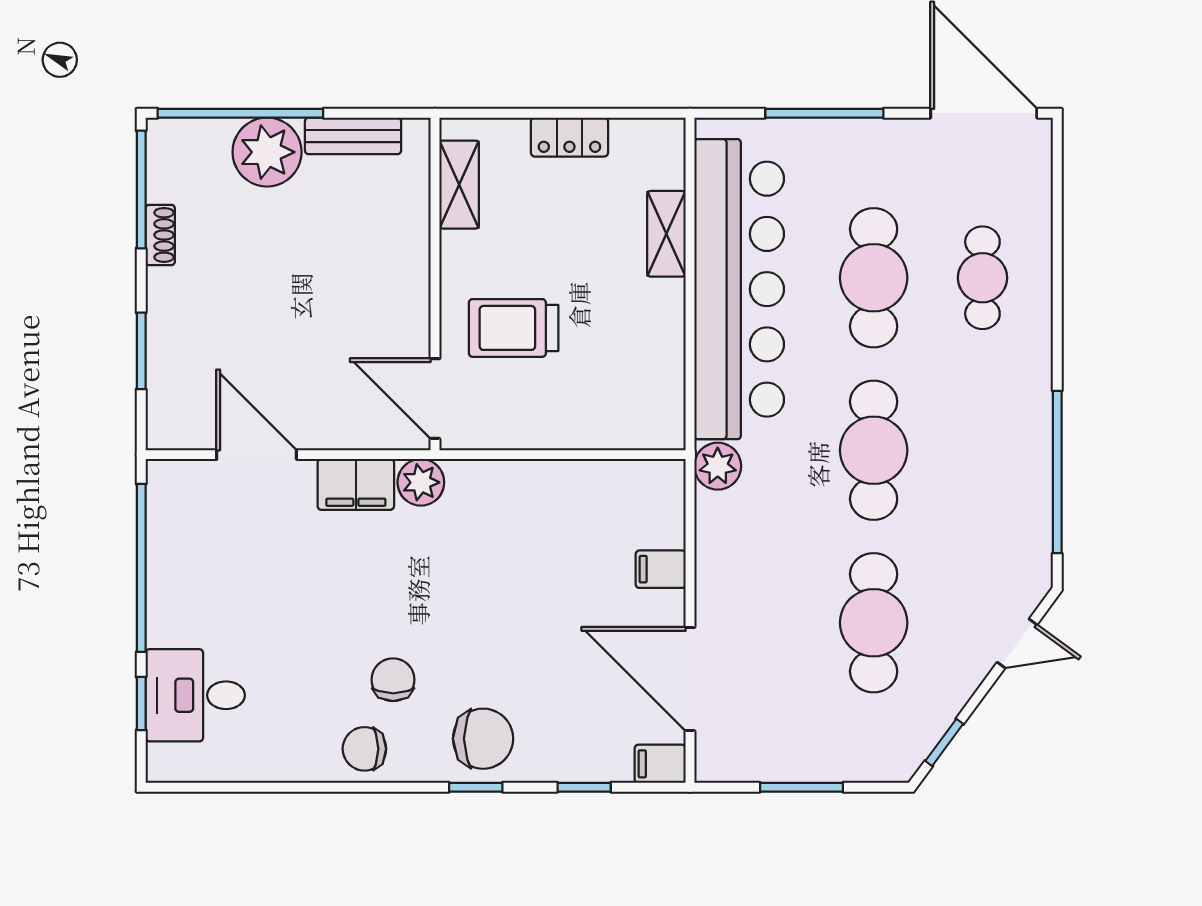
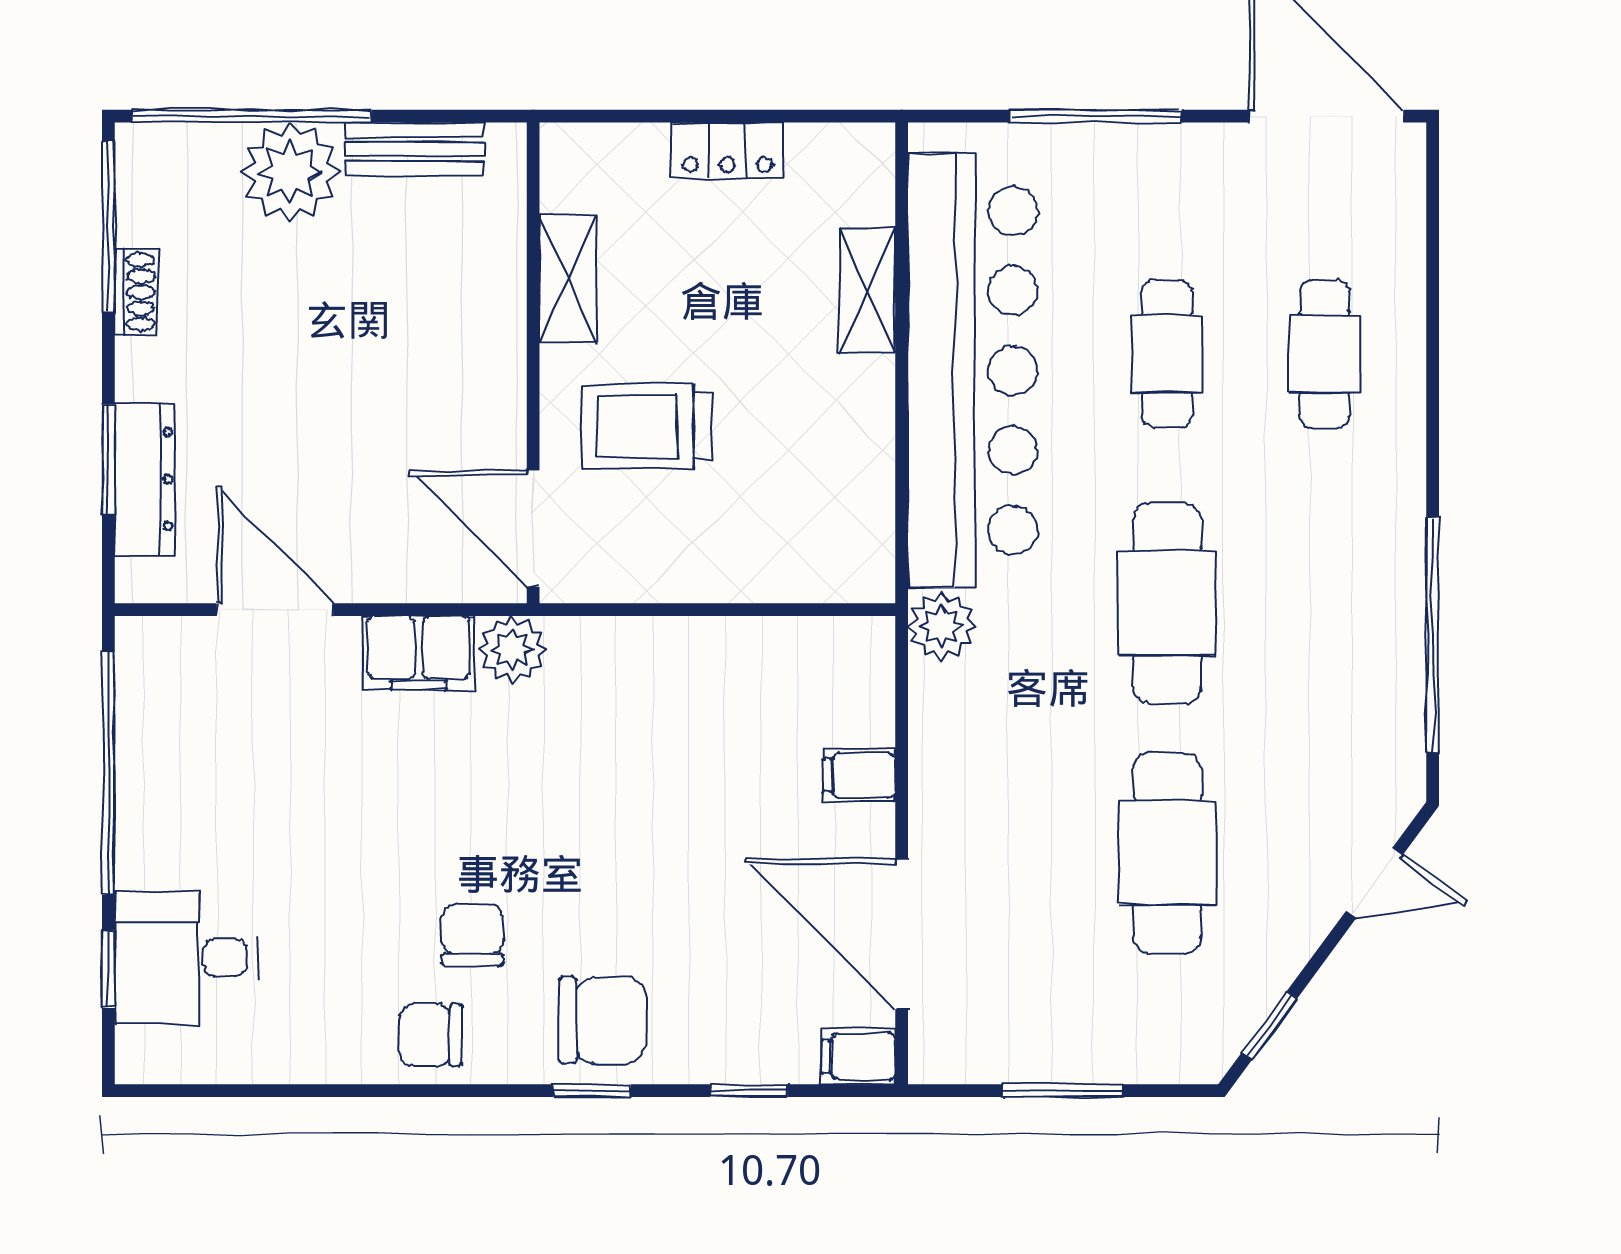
shelving: (459, 185) -> (568, 278), moved
cafe table: (874, 278) -> (1167, 354), width x0.73, depth x0.74
dresser: (166, 364) -> (145, 479), added

